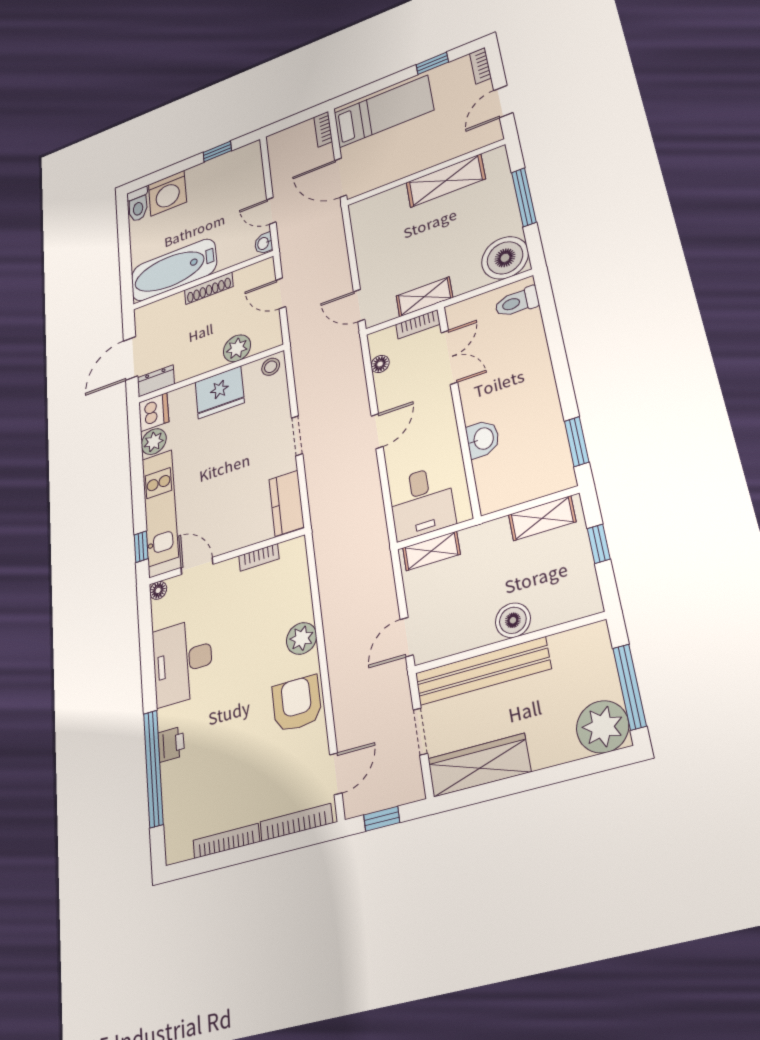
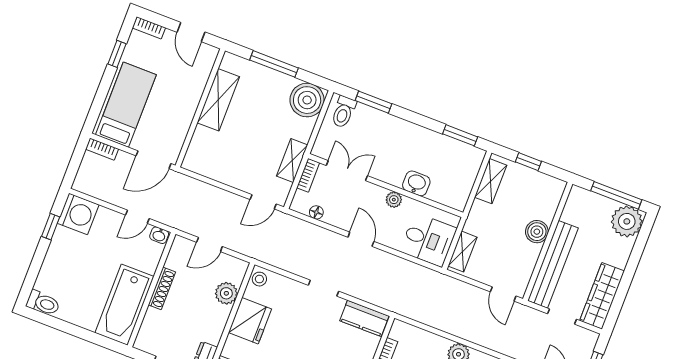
washing machine: (167, 193) -> (78, 214), moved
window: (551, 322) -> (374, 102), added
plant: (447, 430) -> (394, 200), added

